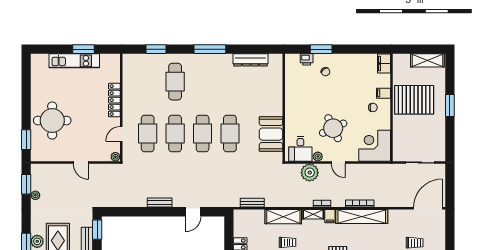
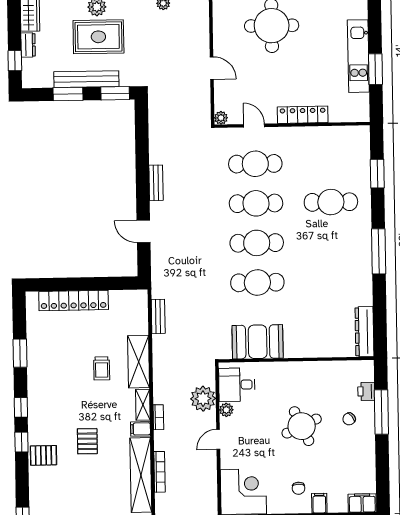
window: (321, 49) -> (381, 412), width x1.44
dresser: (250, 60) -> (364, 332), moved
round table: (333, 128) -> (302, 426), moved
door: (81, 163) -> (212, 68), swing flipped

